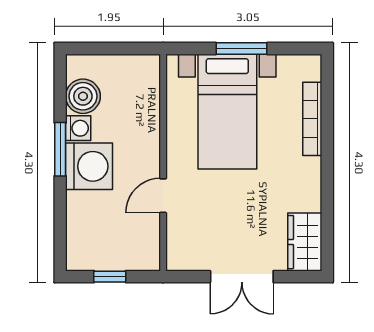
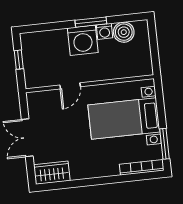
window: (241, 48) -> (164, 144), moved
bookcase: (312, 119) -> (142, 167), moved
door: (163, 196) -> (70, 86), swing flipped

